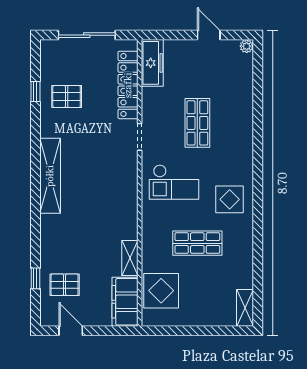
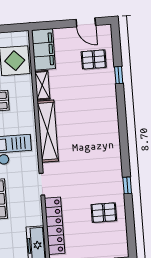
window: (35, 92) -> (127, 185), moved
shelving: (50, 176) -> (48, 131), moved
window: (35, 278) -> (119, 75), moved

